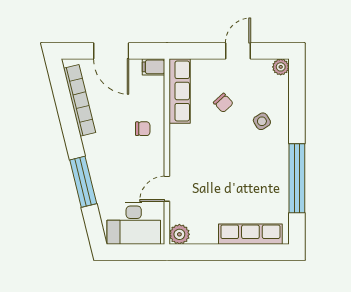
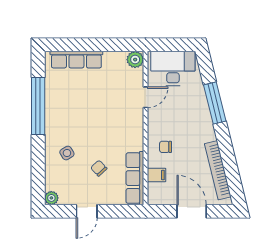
filing cabinet: (154, 67) -> (157, 175), moved

